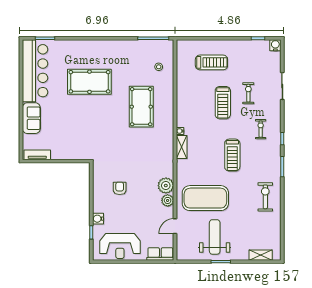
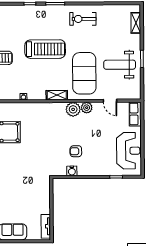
exercise bike: (261, 129) -> (21, 23), removed
shelving: (182, 147) -> (57, 95), moved
treadmill: (232, 155) -> (45, 49), width x1.37, depth x1.38
water cooler: (98, 219) -> (72, 171), moved

